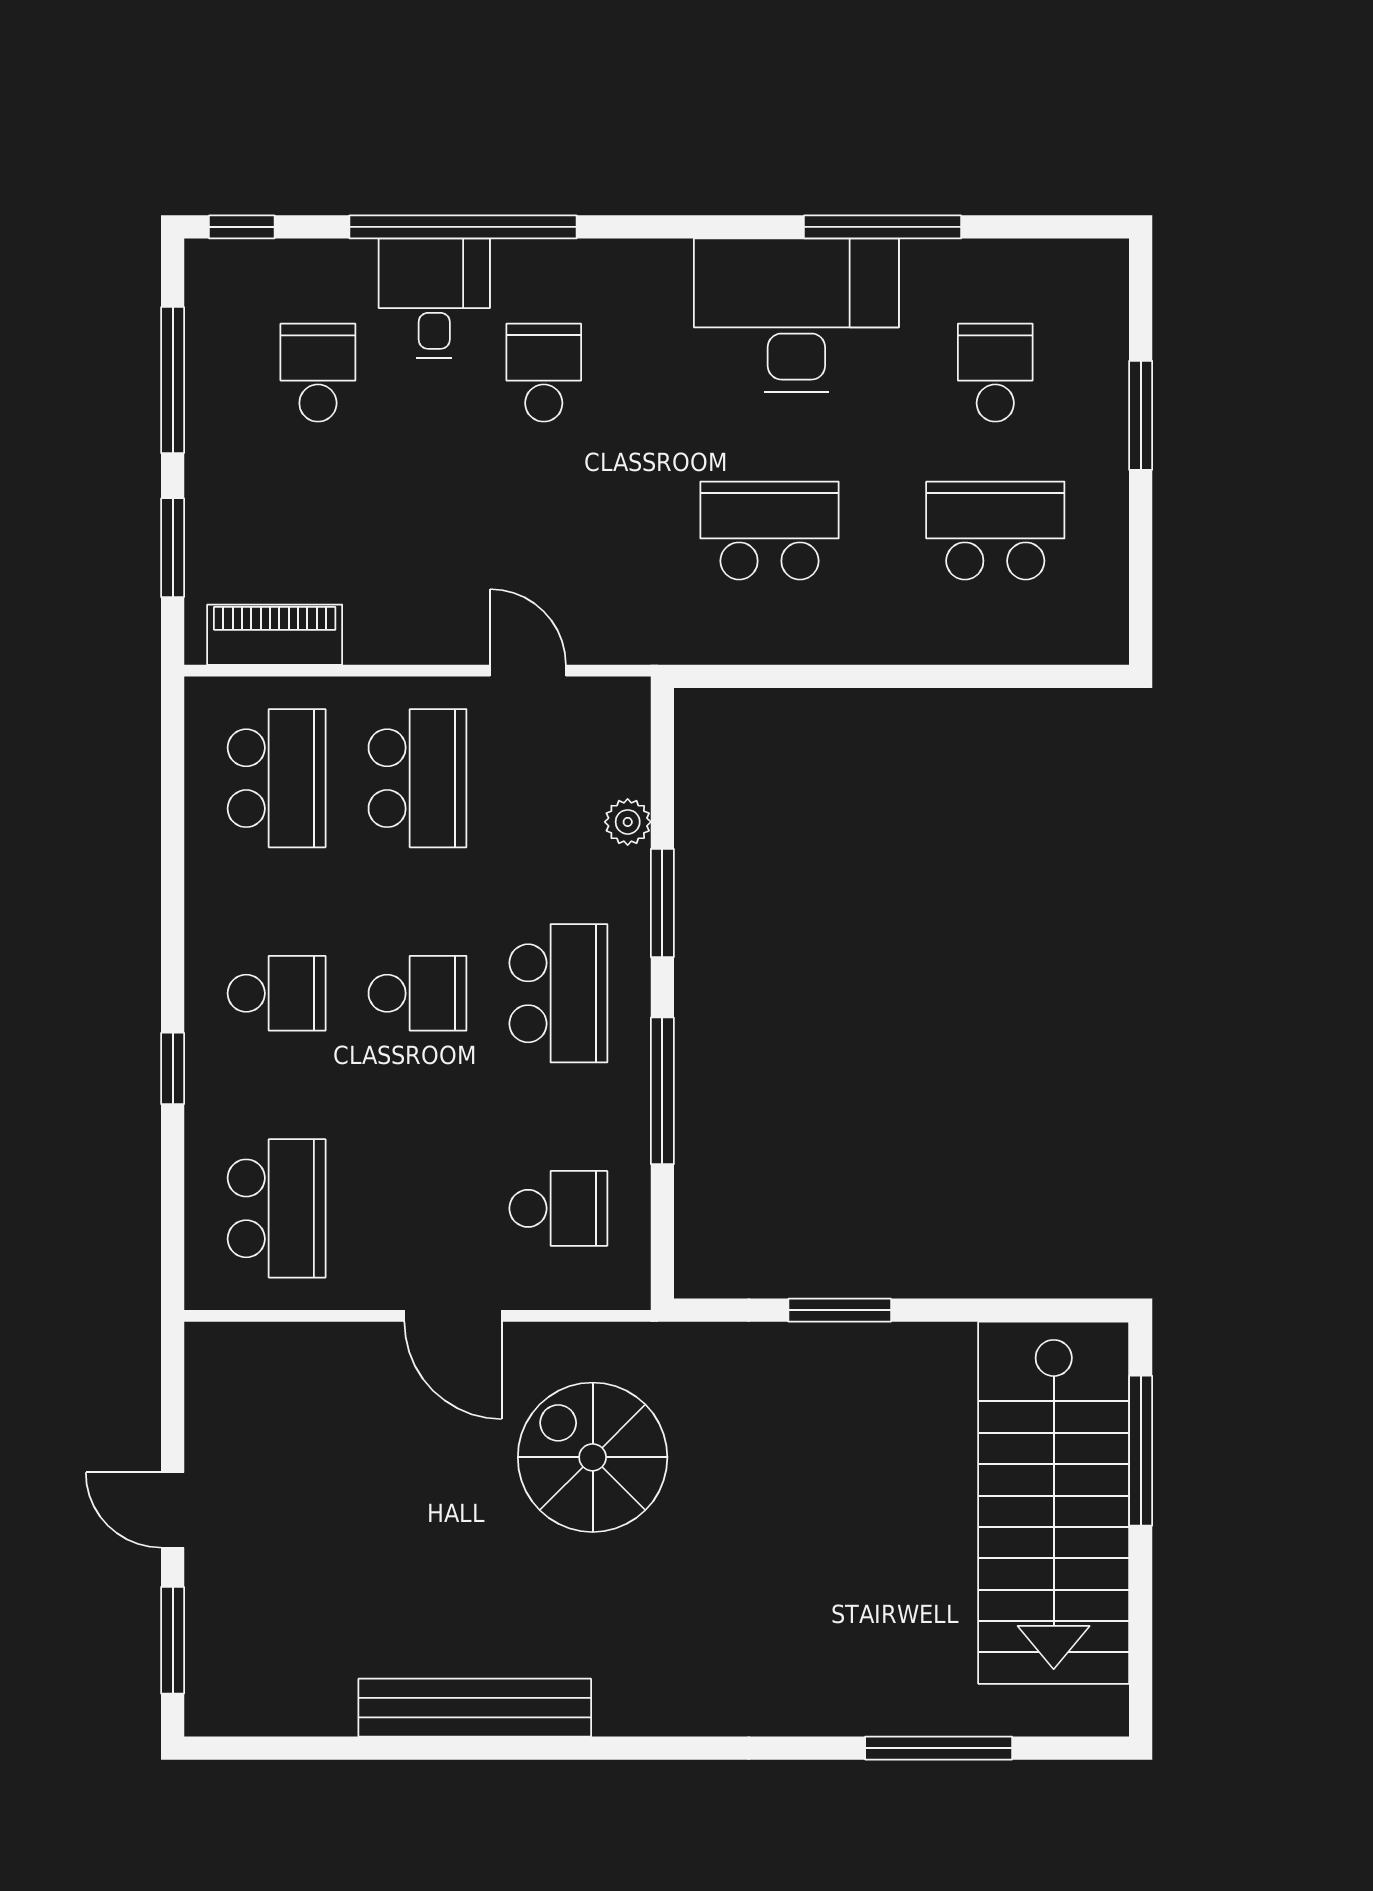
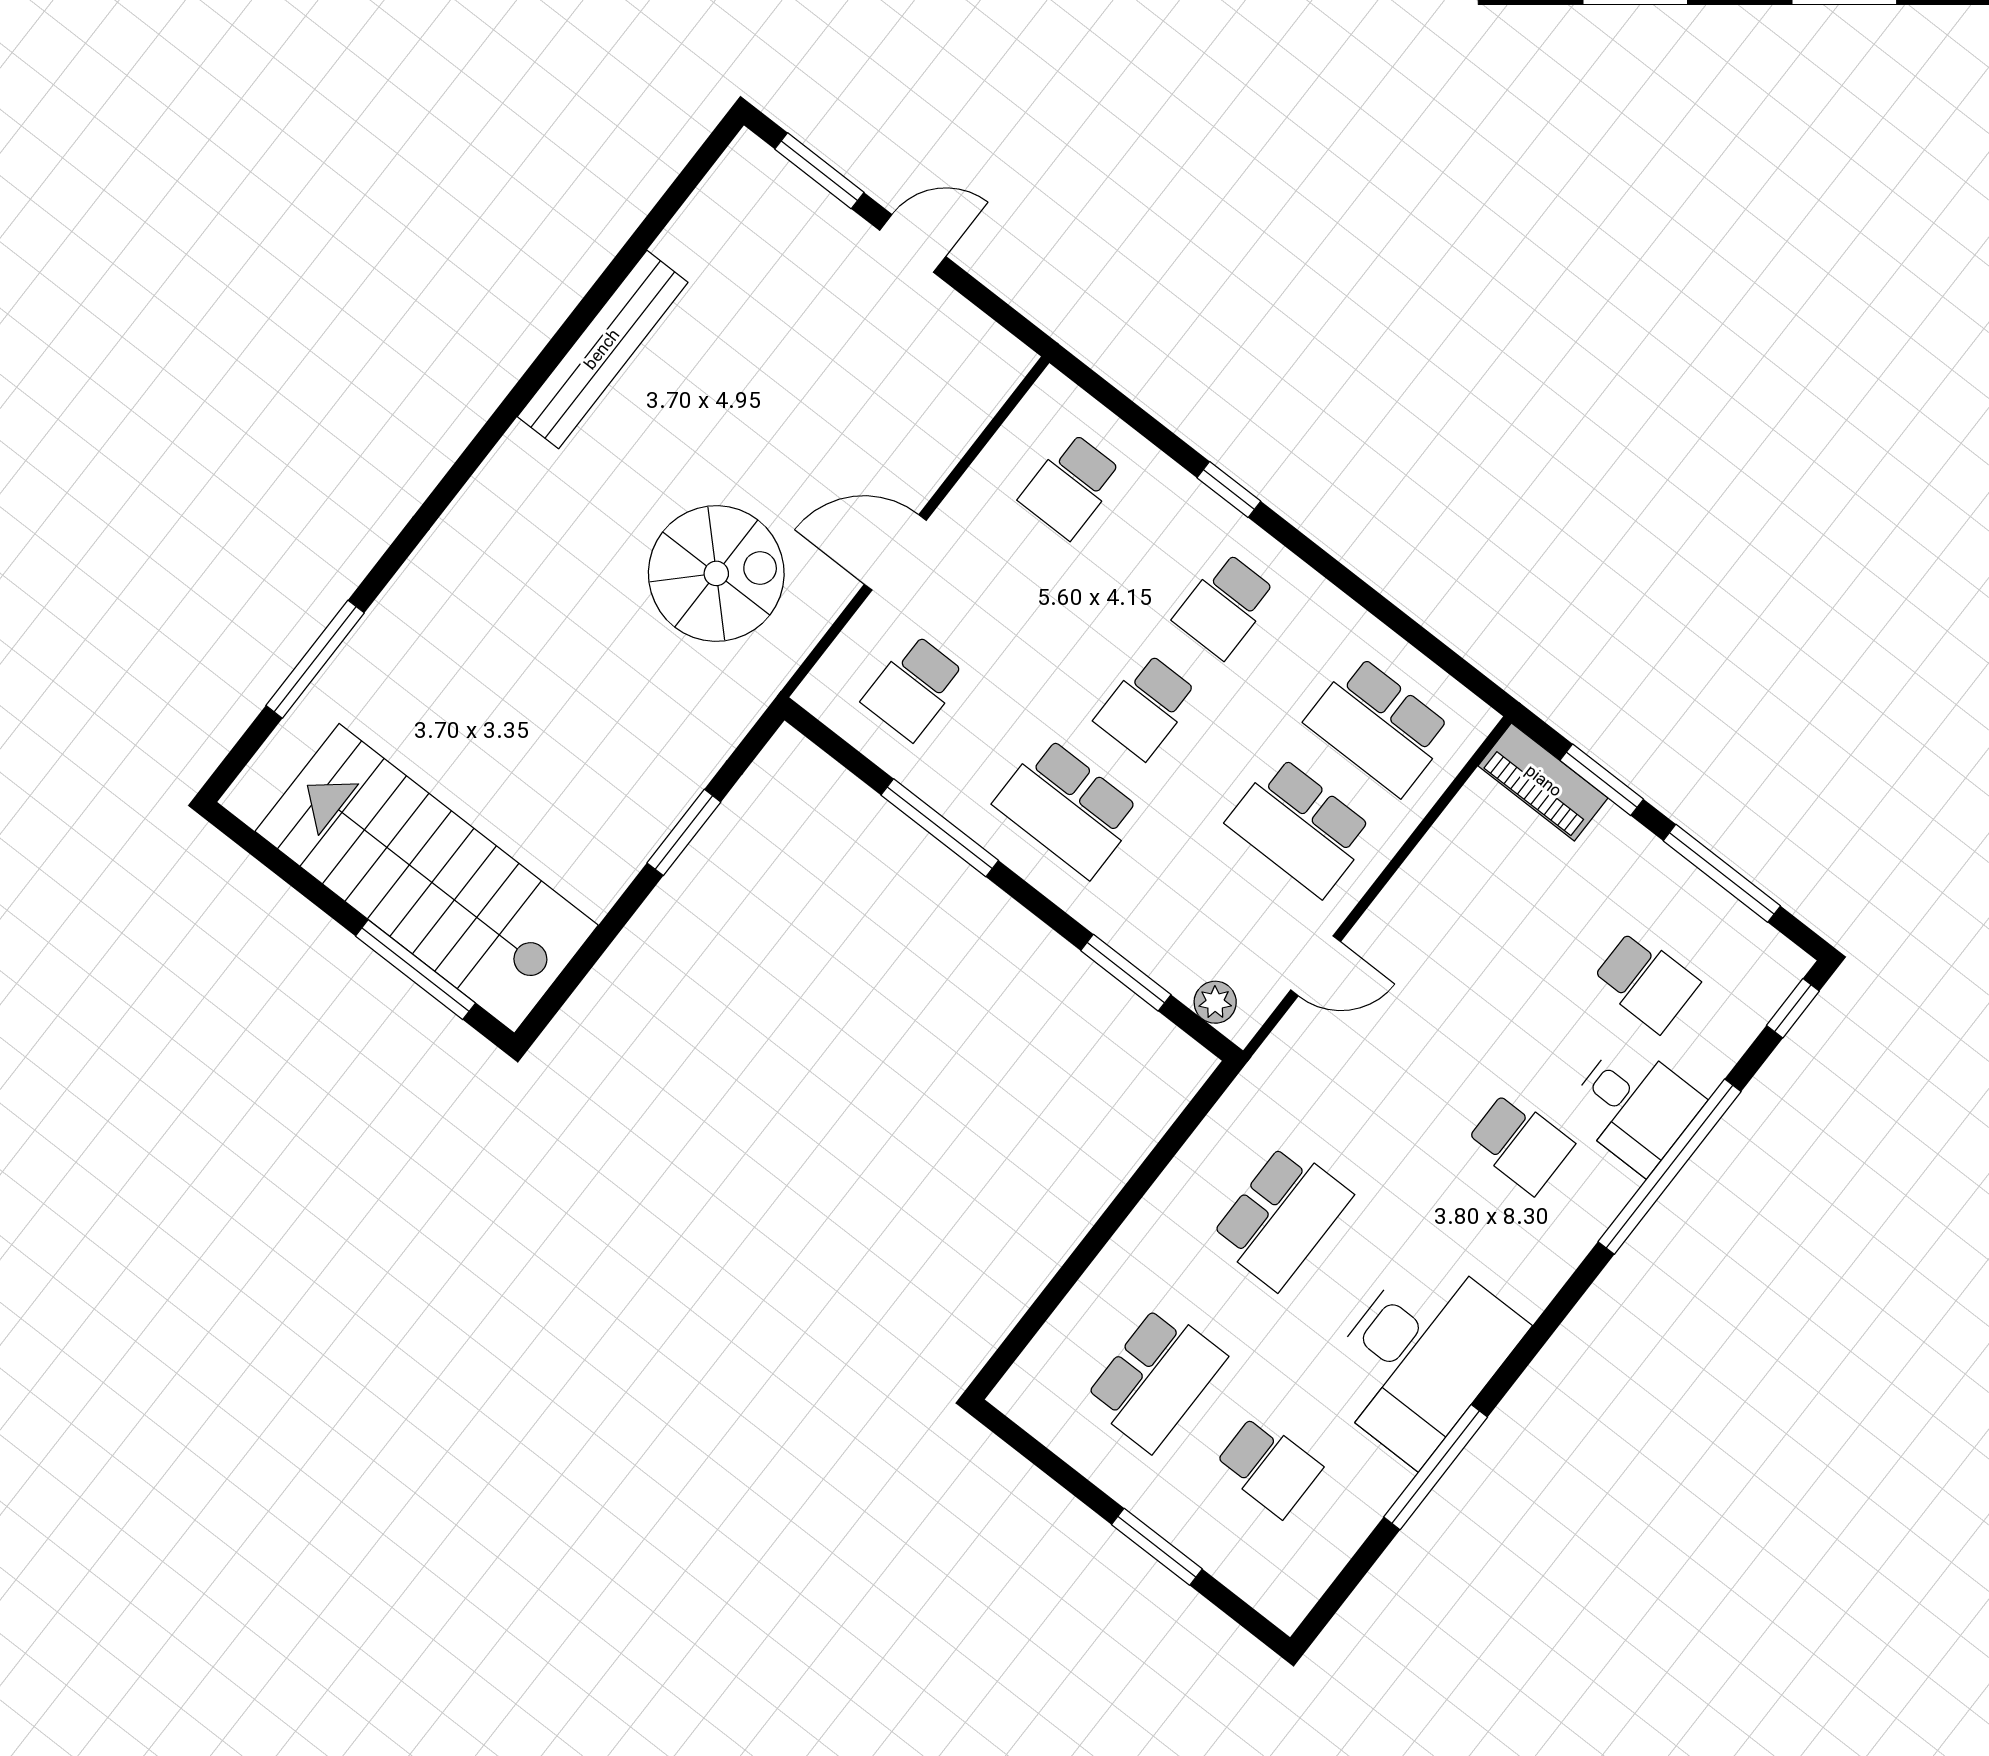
piano: (275, 635) -> (1543, 782), moved, turned 90
plant: (628, 822) -> (1215, 1002), moved
window: (662, 903) -> (1126, 973), moved
school desk: (277, 1208) -> (1071, 486), width x0.54

